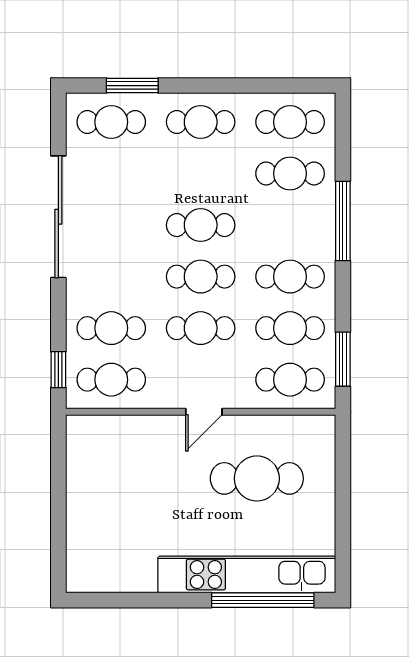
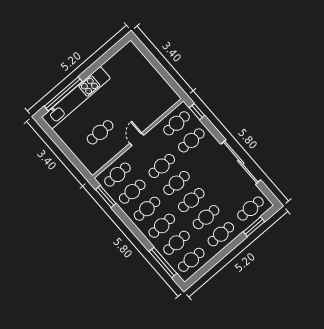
cafe table: (201, 174) -> (206, 217), added
window: (343, 221) -> (163, 262), moved
cafe table: (290, 225) -> (162, 226), added
cafe table: (257, 478) -> (100, 132), width x0.73, depth x0.74

